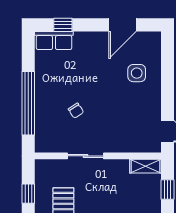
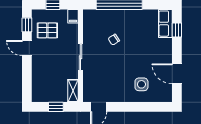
sliding door: (85, 156) -> (80, 57), moved
filing cabinet: (44, 166) -> (73, 16), added

